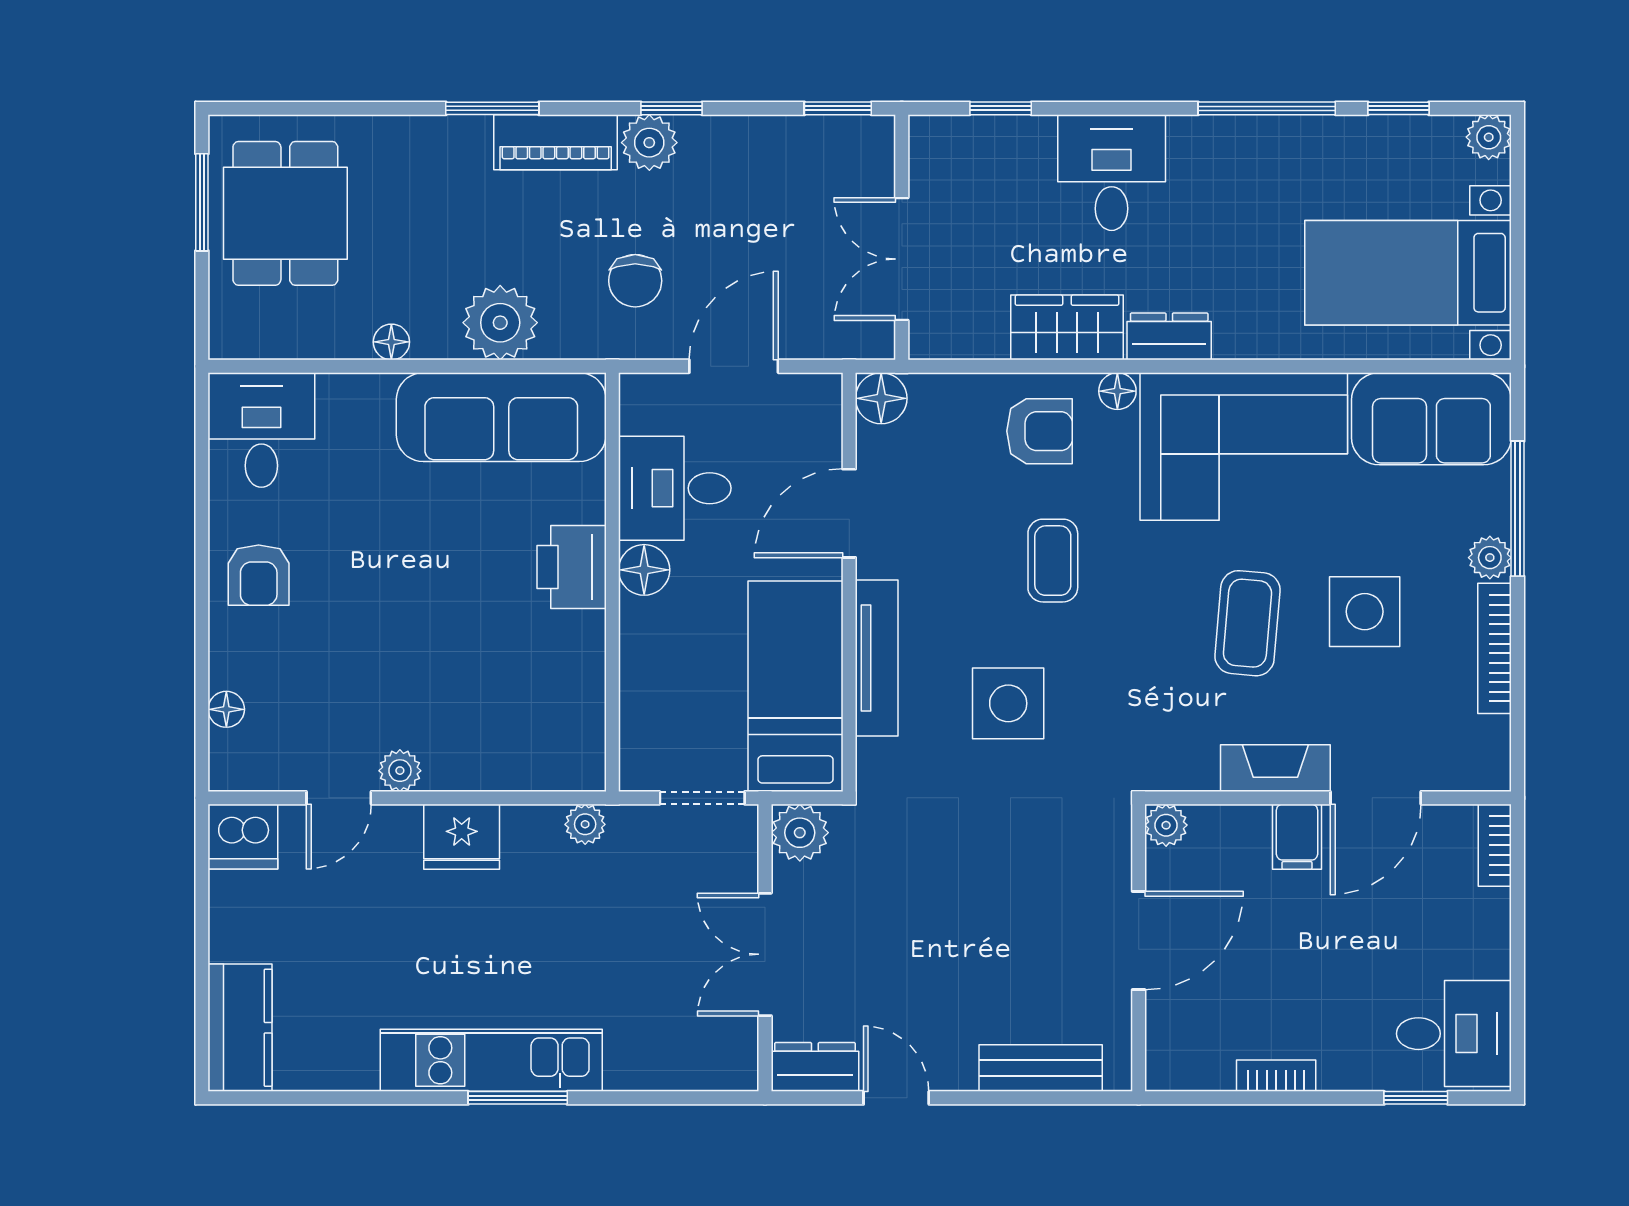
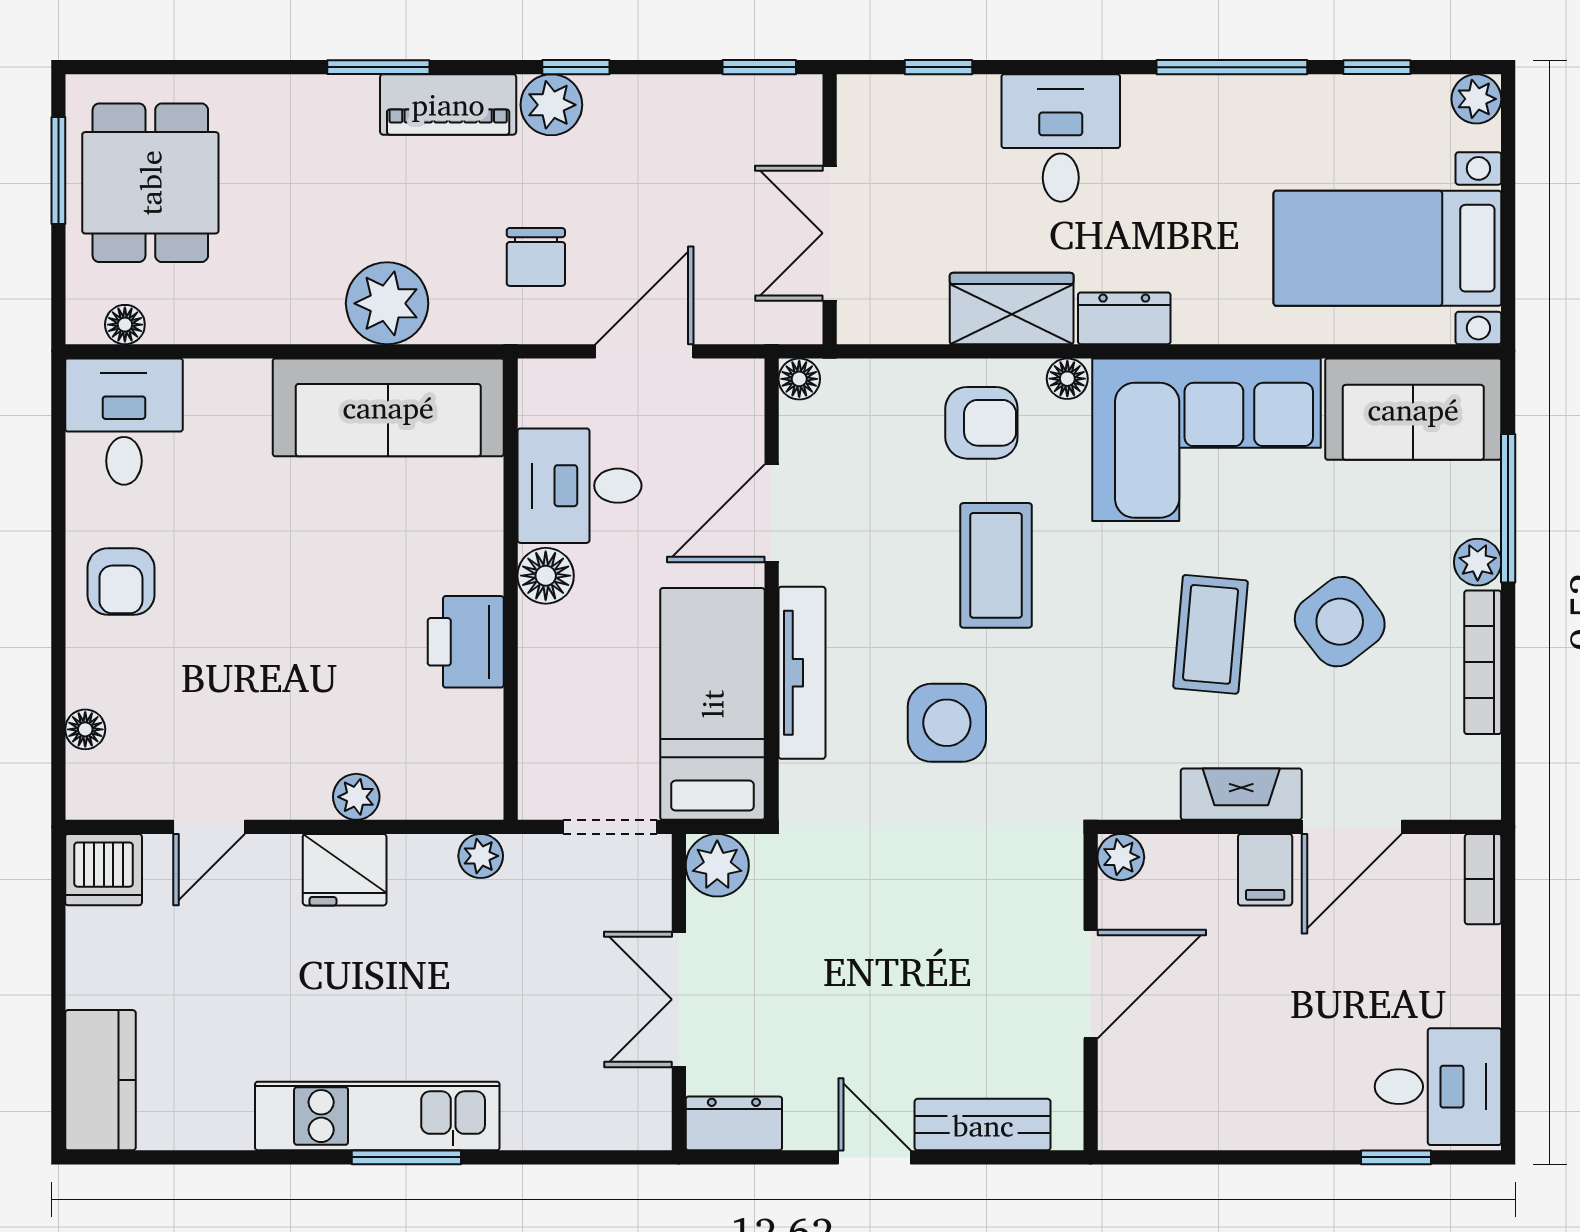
floor lamp: (391, 342) -> (125, 325), moved
floor lamp: (881, 398) -> (799, 379), width x0.73, depth x0.73
coffee table: (1053, 561) -> (996, 565), width x1.36, depth x1.30
printer: (572, 567) -> (466, 642), moved
side table: (1365, 612) -> (1340, 622), turned -38
plant: (400, 771) -> (356, 797), moved
bookcase: (1276, 1076) -> (1242, 1133), removed
door: (896, 1098) -> (875, 1157), moved

